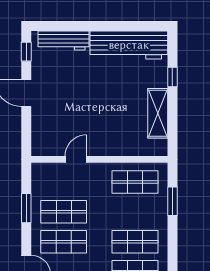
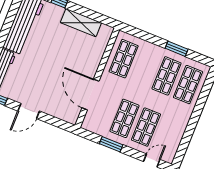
door: (76, 159) -> (90, 94), width x1.88
window: (172, 201) -> (177, 49), moved

